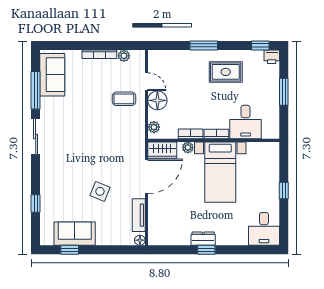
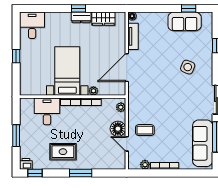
sofa: (52, 75) -> (203, 143), width x1.36
wardrobe: (162, 150) -> (103, 19), moved, turned 180
side table: (100, 191) -> (188, 67), moved

